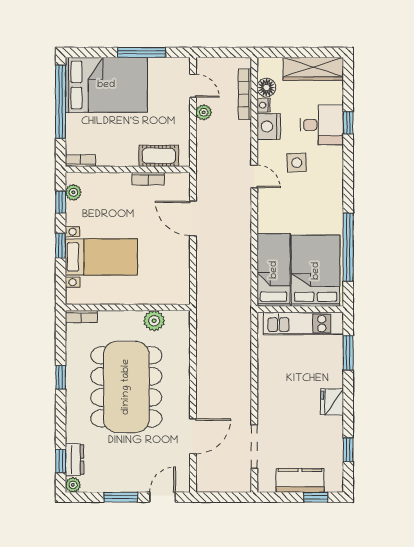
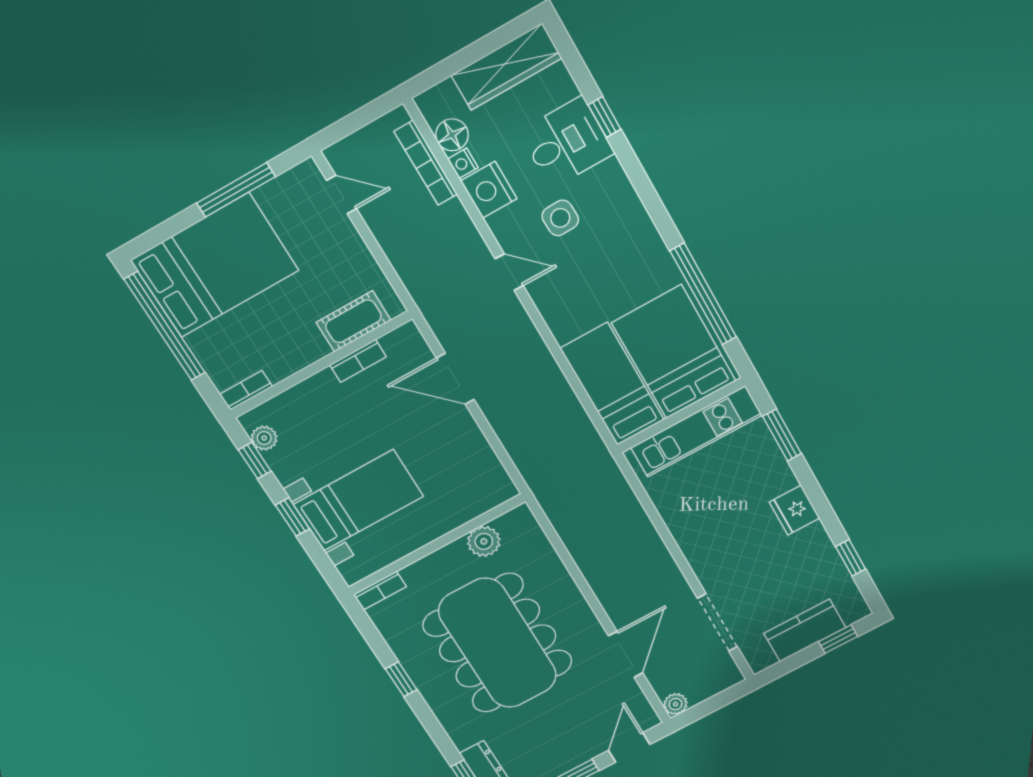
plant: (204, 112) -> (675, 704), moved

